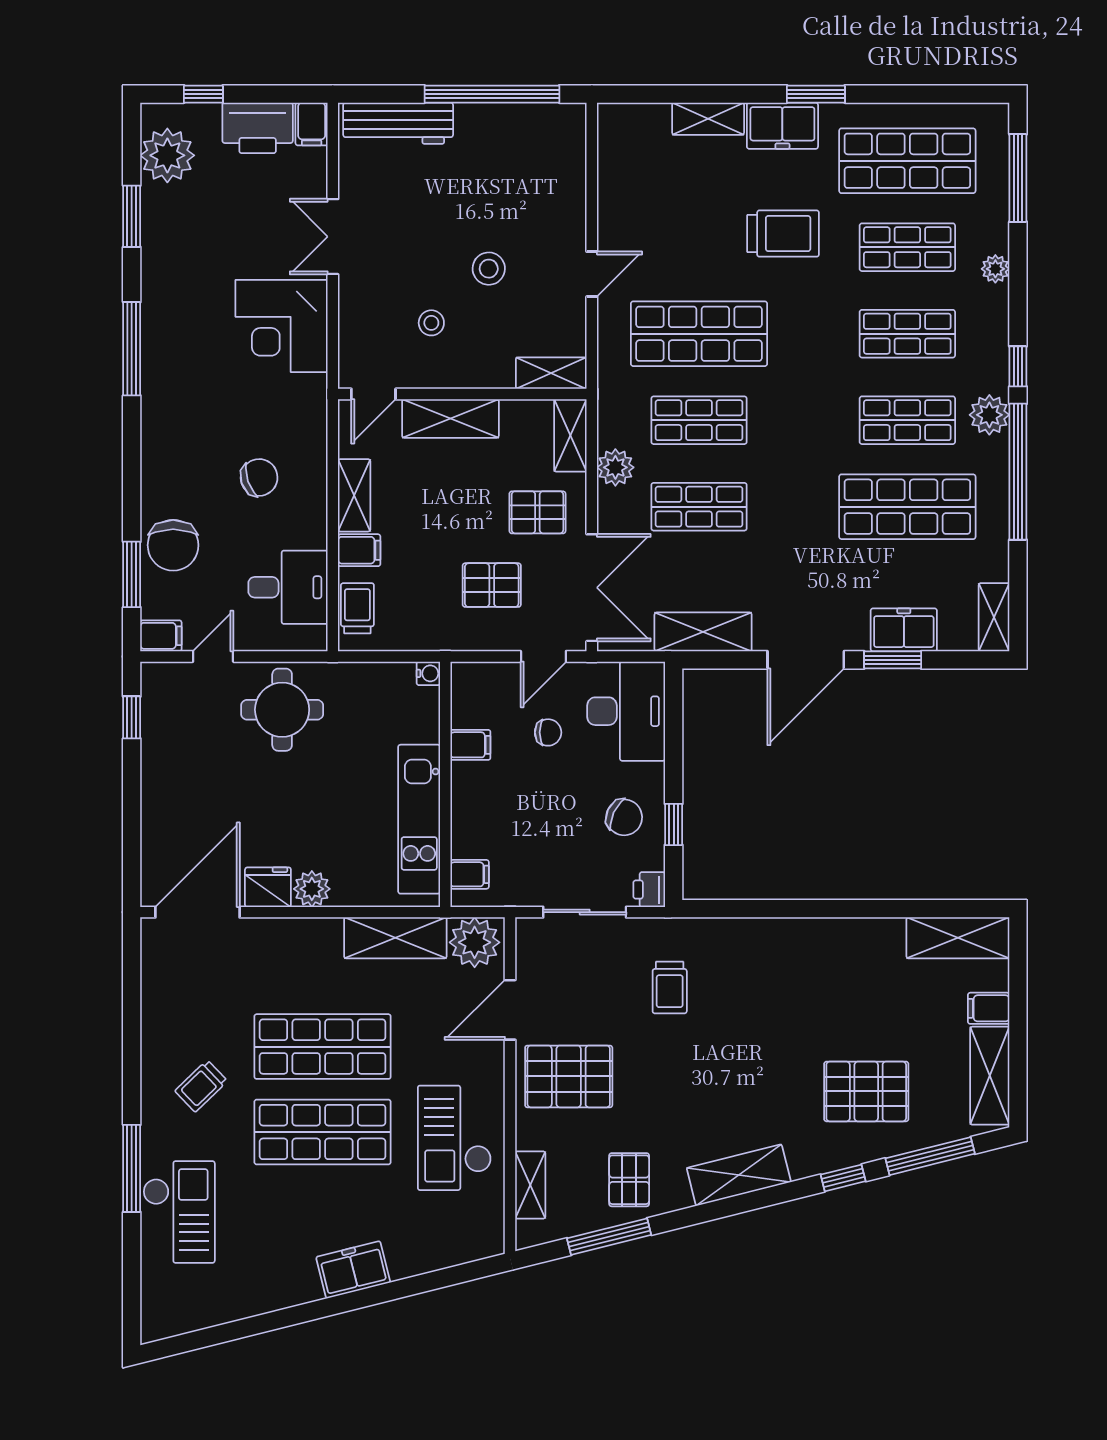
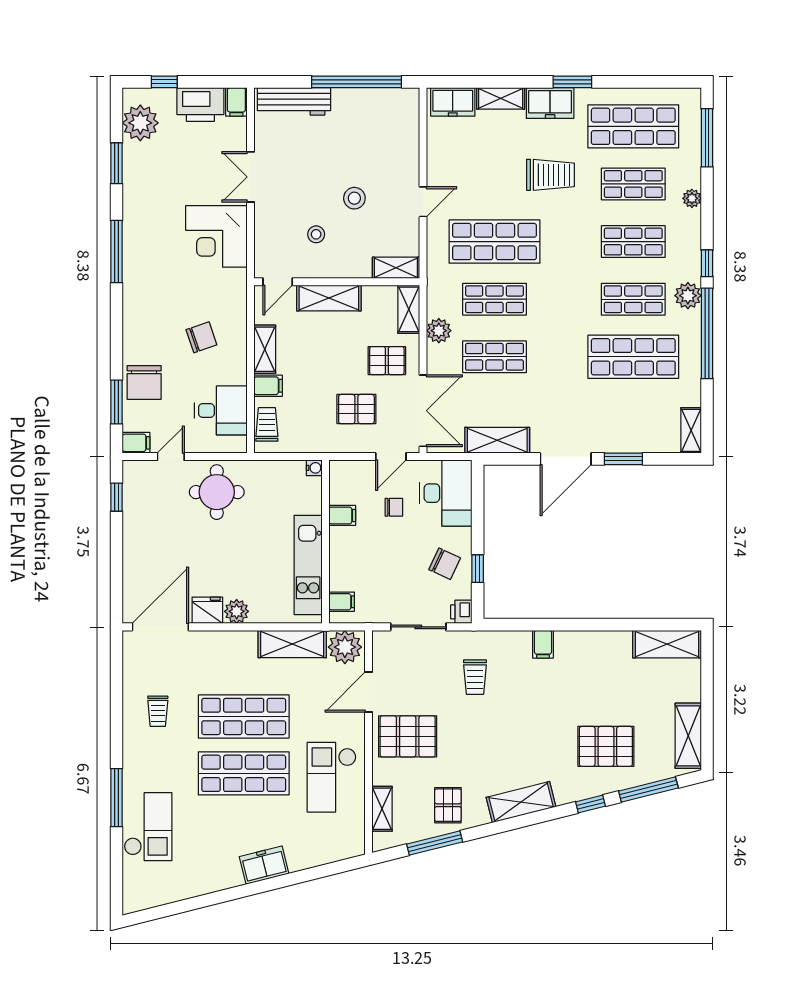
freezer: (904, 630) -> (453, 102), moved, turned 180
filing cabinet: (989, 1008) -> (543, 644), moved, turned -90
trolley: (201, 1086) -> (158, 711), moved, turned -46

